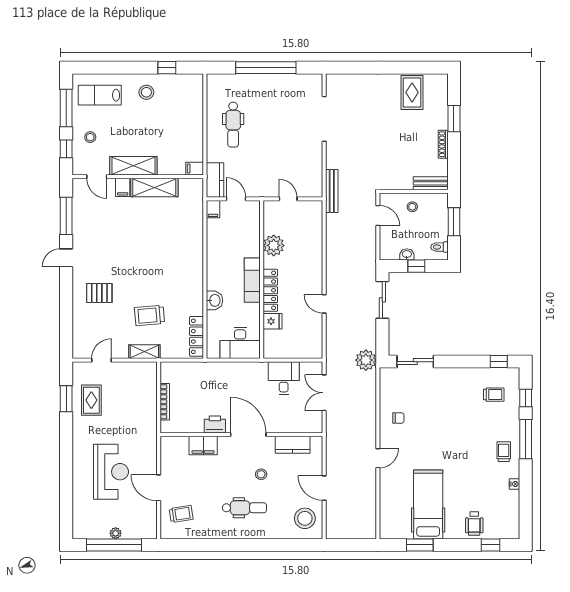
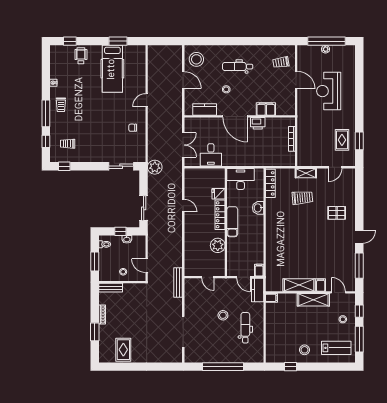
stool: (266, 143) -> (223, 315), added

